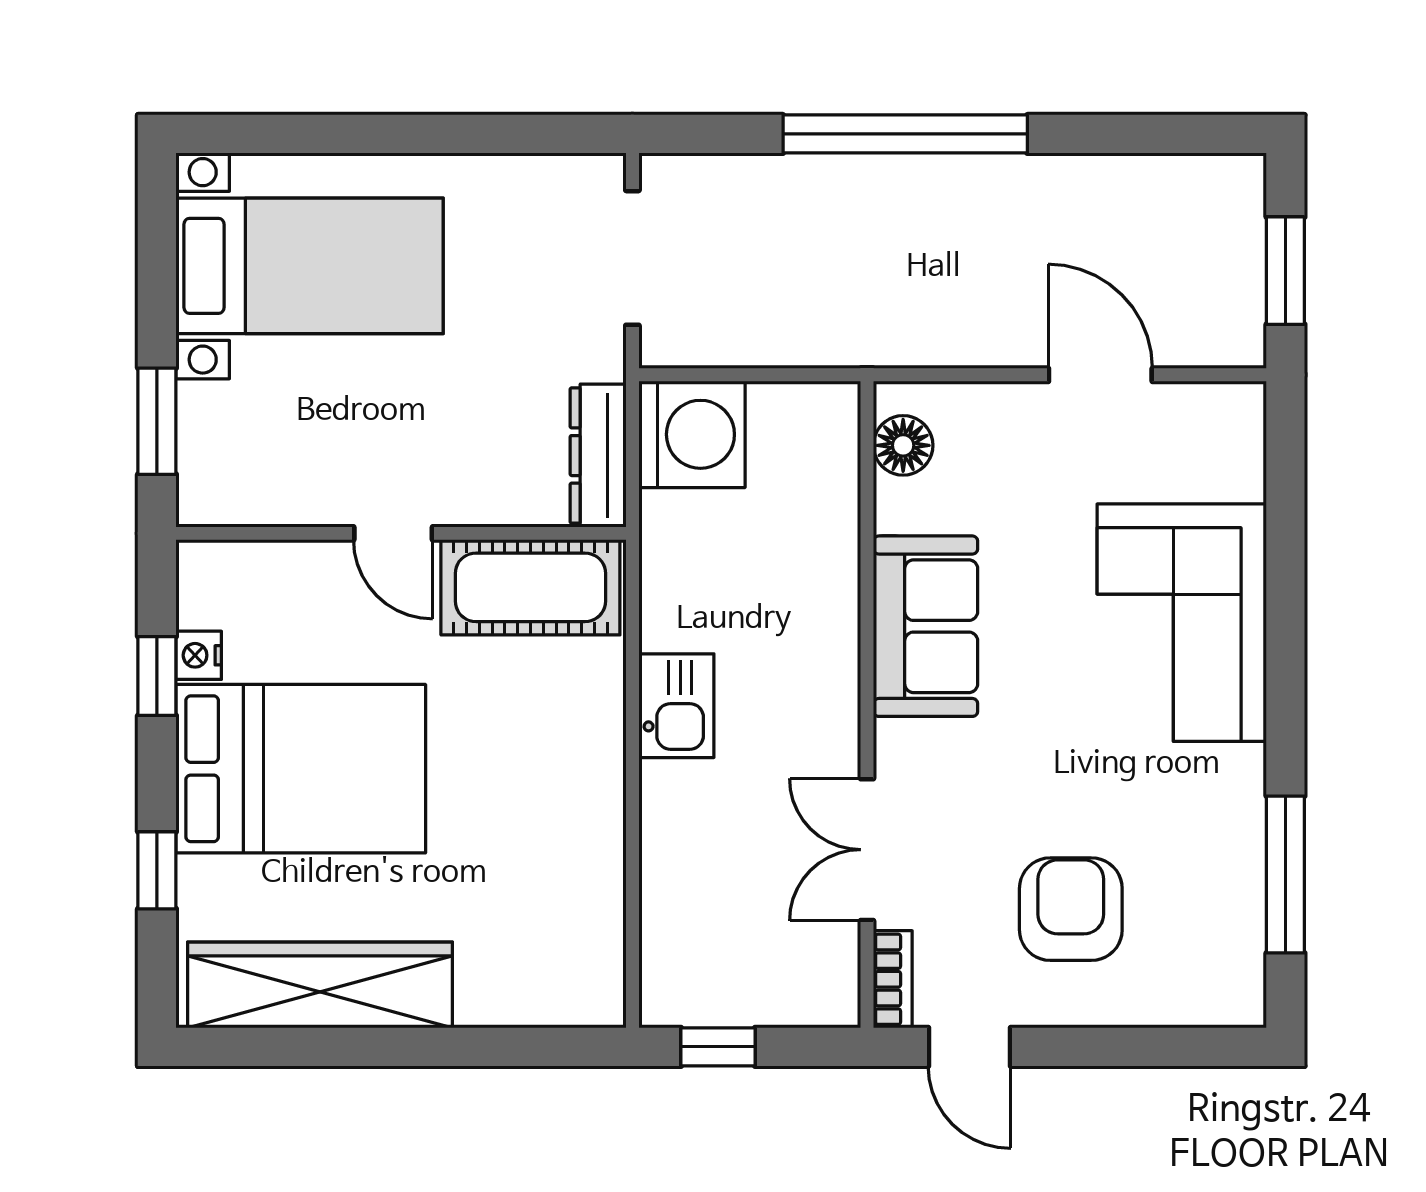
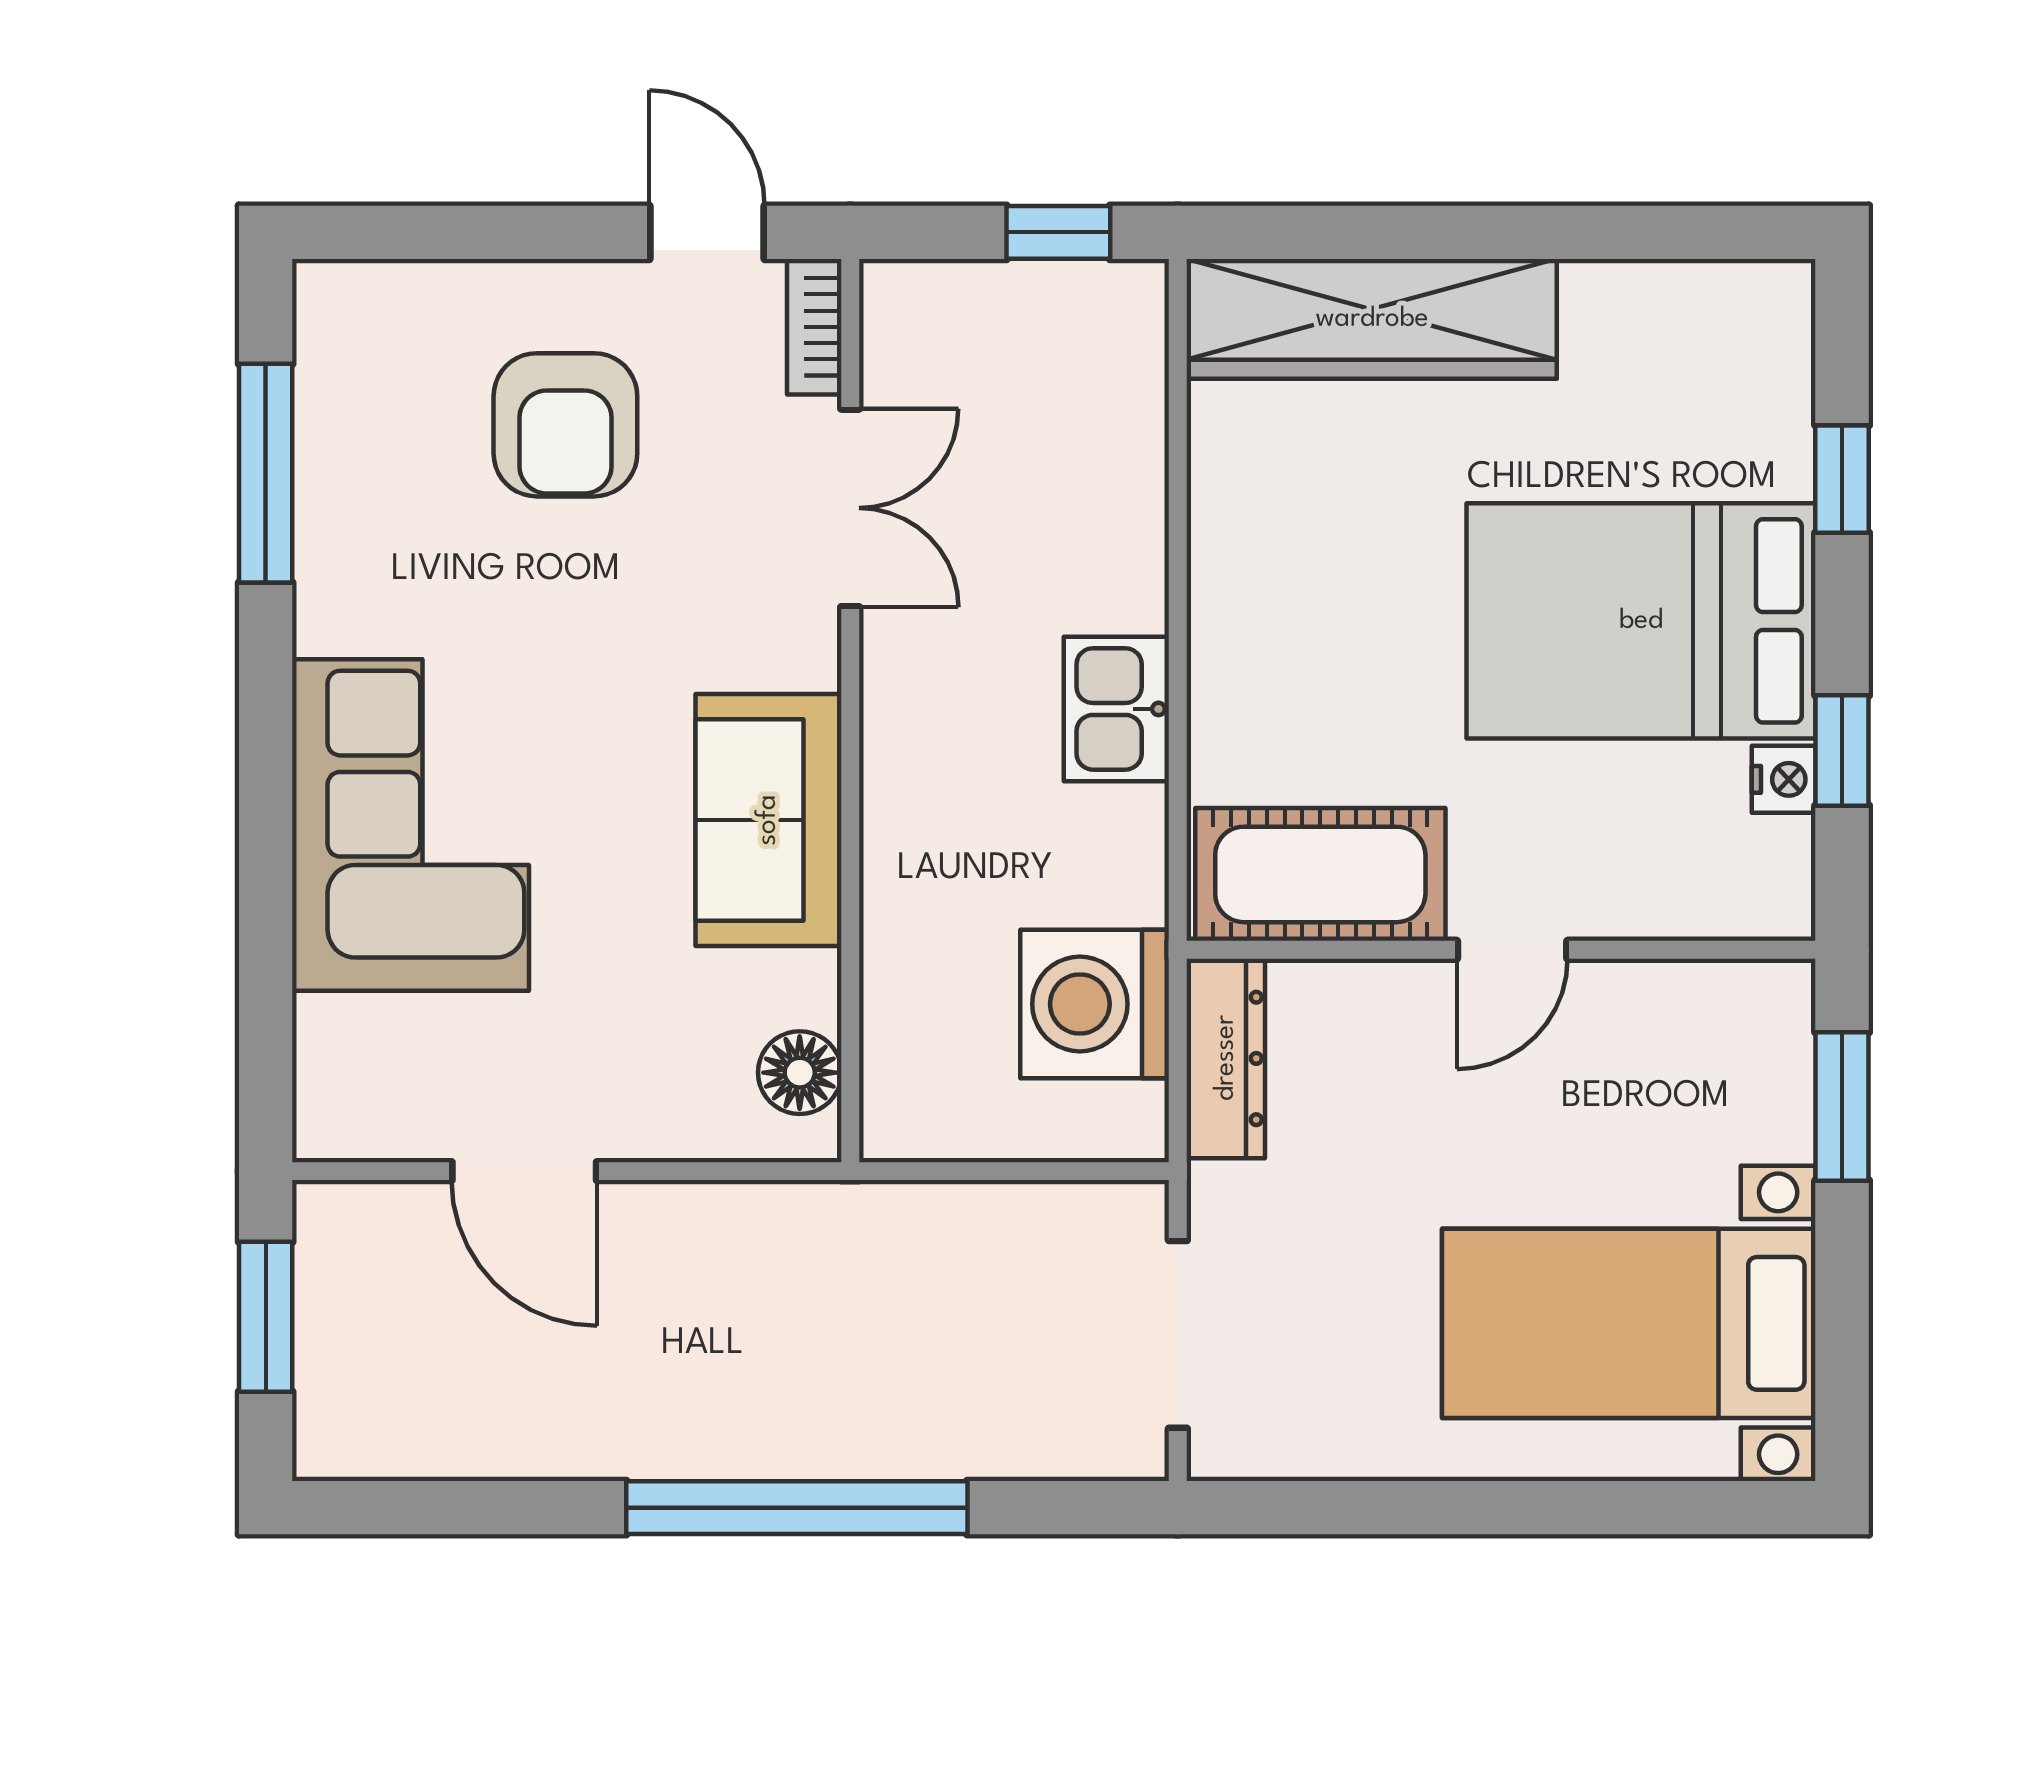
washing machine: (692, 434) -> (1095, 1004), moved
door: (393, 533) -> (1512, 950), swing flipped
wardrobe: (320, 985) -> (1372, 319), moved

